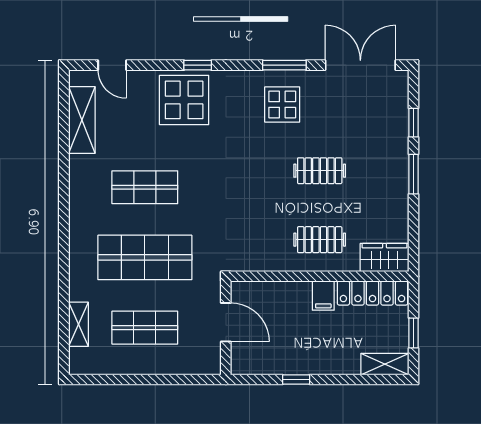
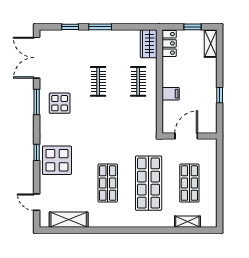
door: (112, 65) -> (37, 202), swing flipped
locker: (372, 293) -> (169, 43), width x0.66
filing cabinet: (323, 296) -> (171, 94), moved

